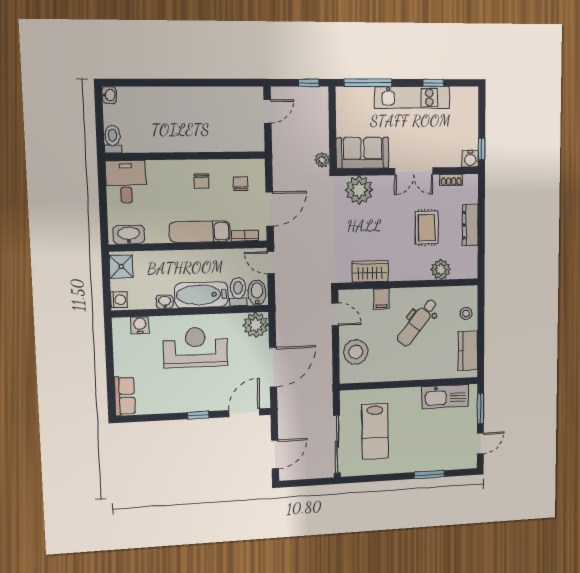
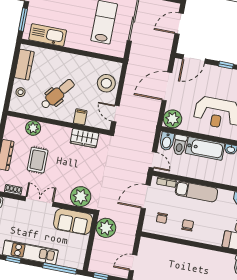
plant: (322, 160) -> (106, 228), width x1.87, depth x1.87

